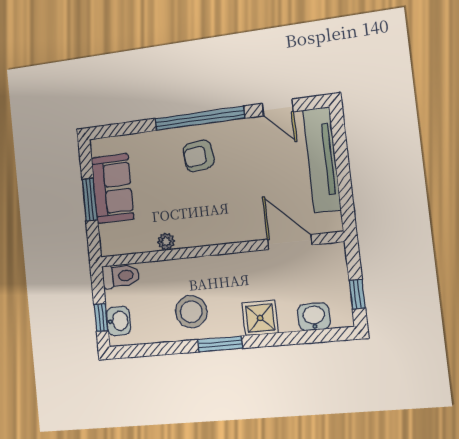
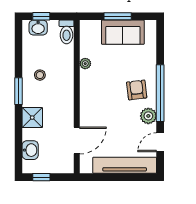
plant: (238, 132) -> (148, 116), added
stool: (191, 312) -> (40, 75), width x0.53, depth x0.53

